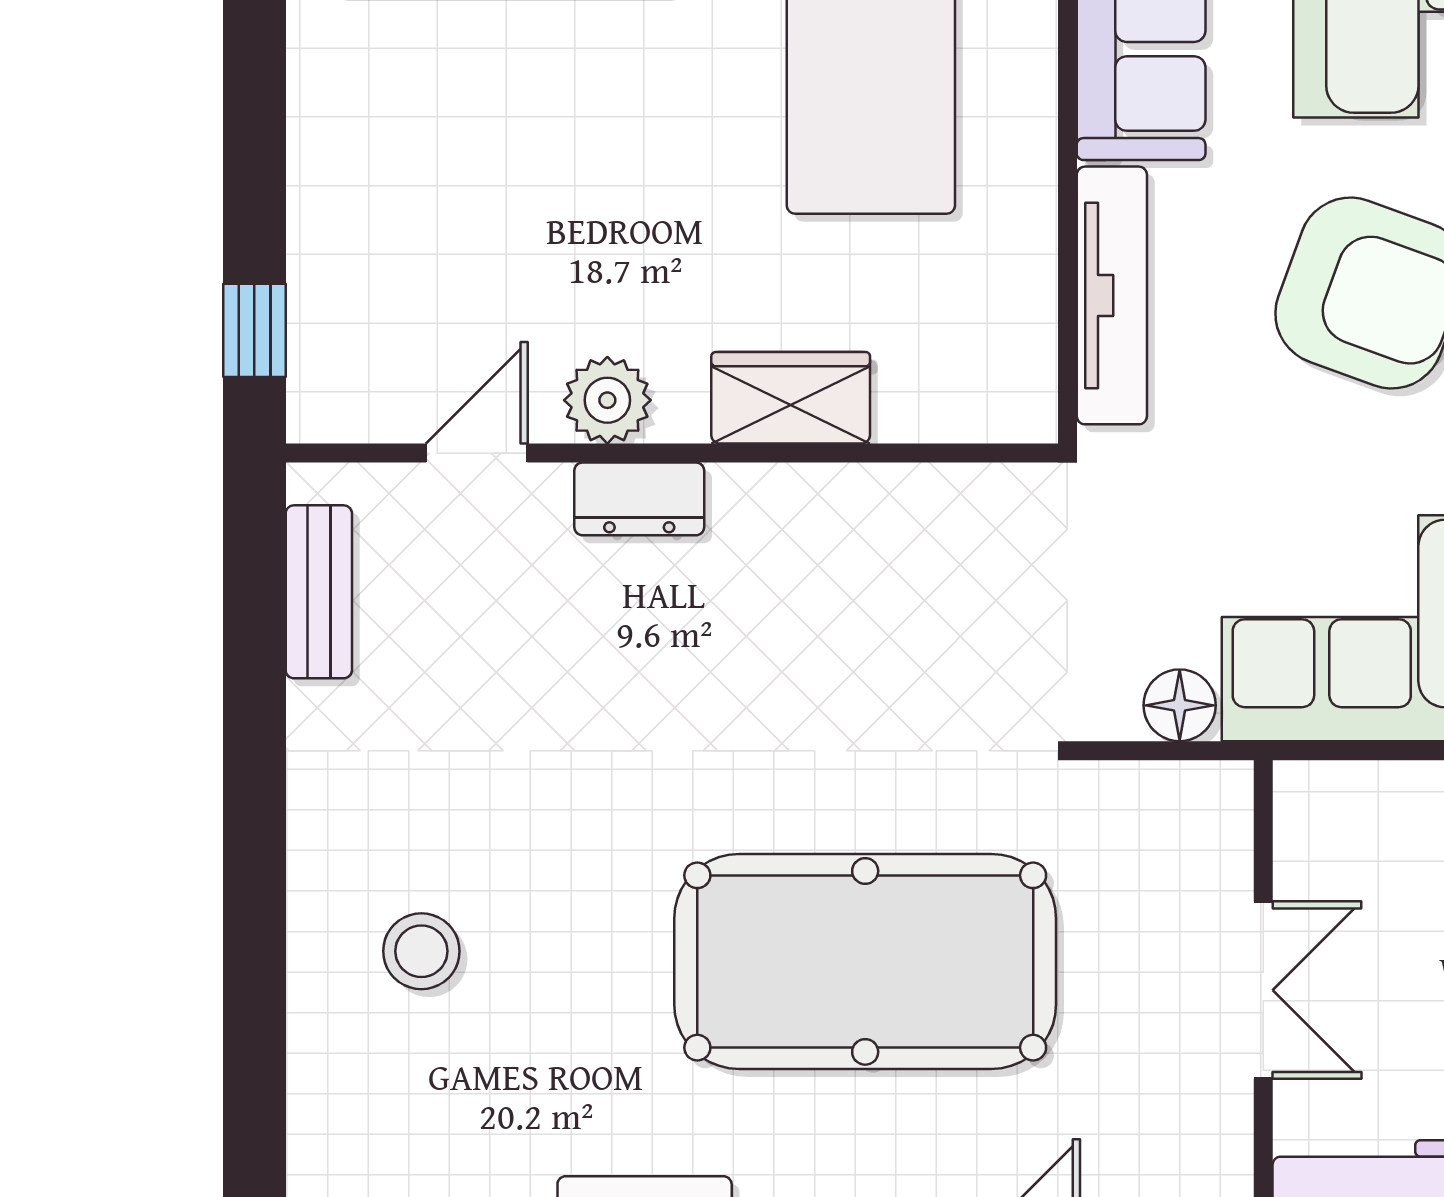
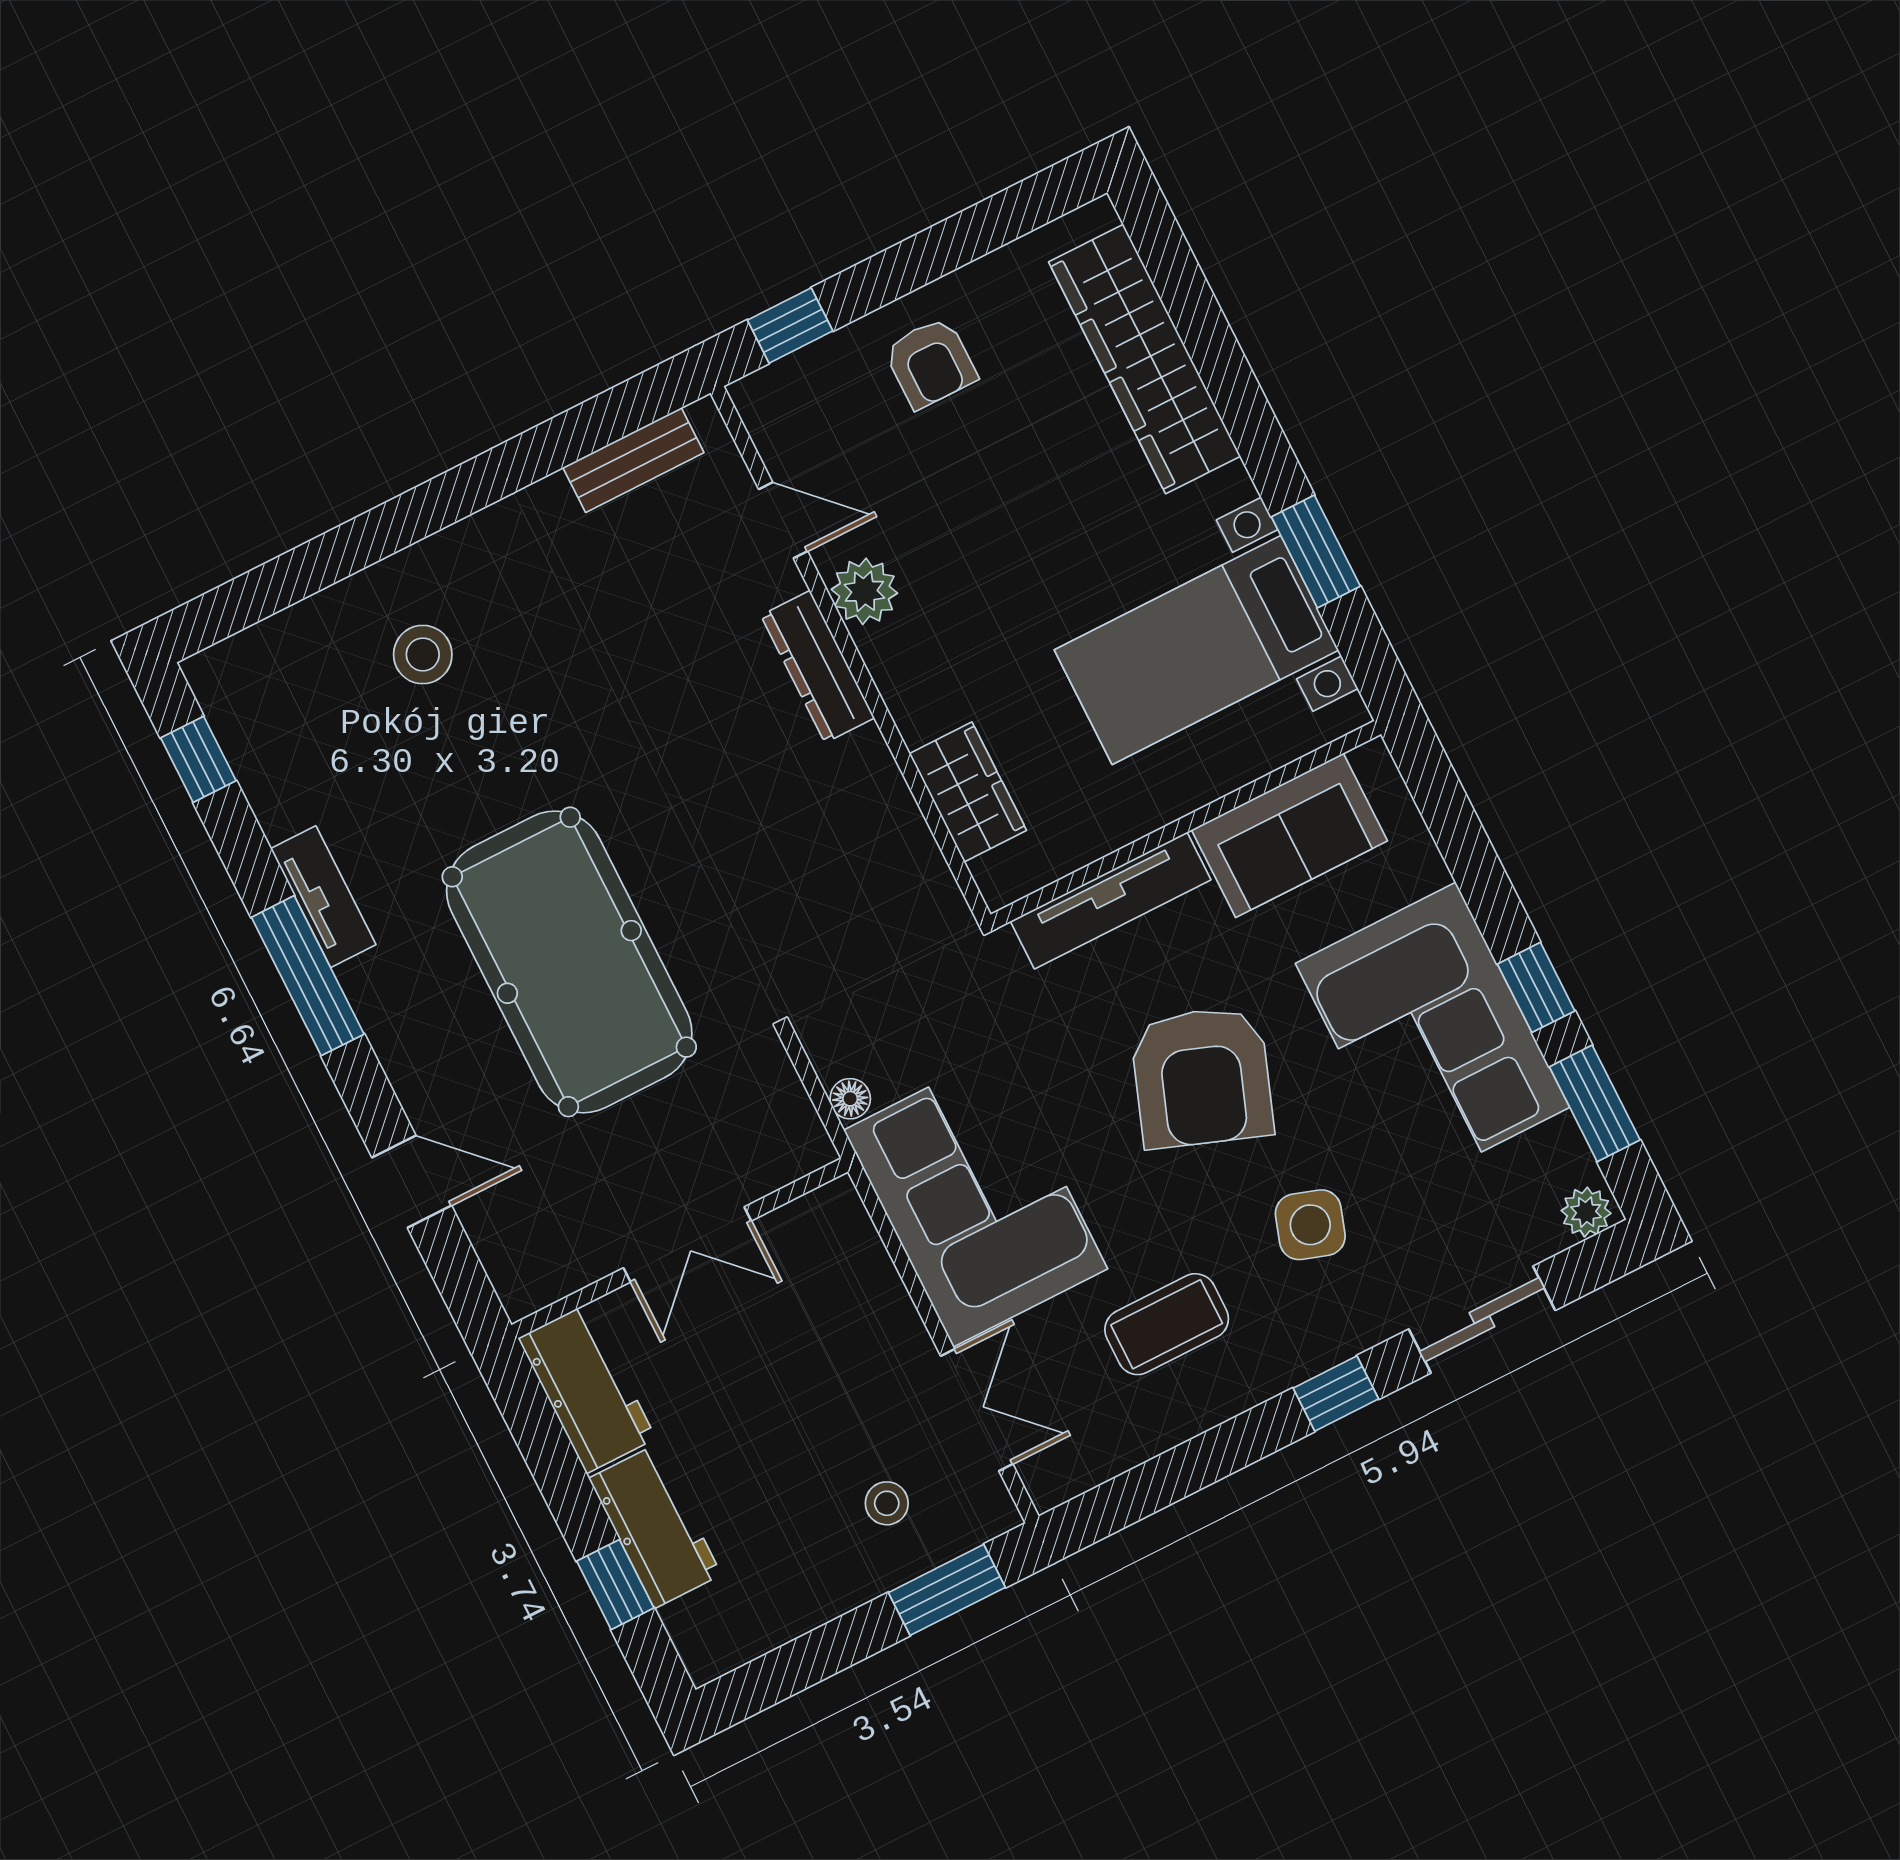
armchair: (380, 189) -> (930, 363), added
wardrobe: (791, 398) -> (968, 792), moved
dresser: (639, 499) -> (818, 667), width x1.44
floor lamp: (1180, 705) -> (850, 1099), width x0.73, depth x0.73

